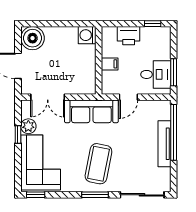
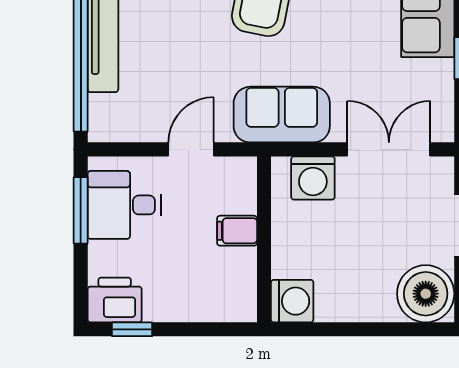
printer: (129, 36) -> (115, 300), moved
washing machine: (79, 85) -> (313, 178), added
sofa: (91, 111) -> (282, 115), width x0.73
plant: (28, 126) -> (436, 78), removed

